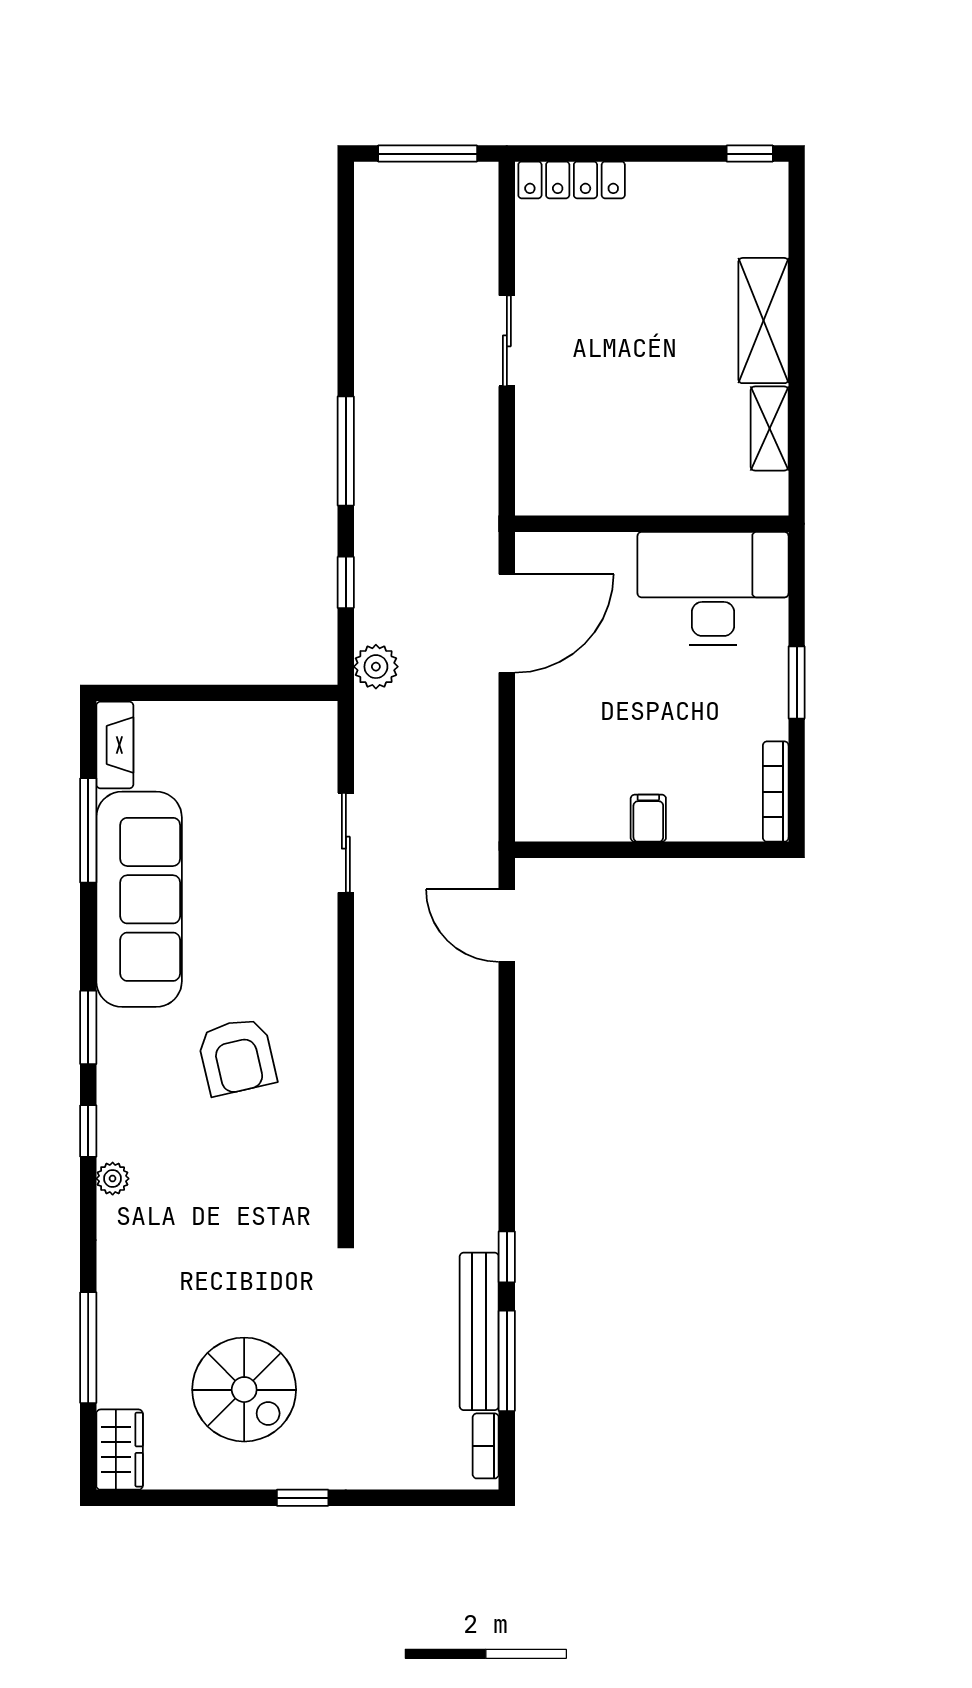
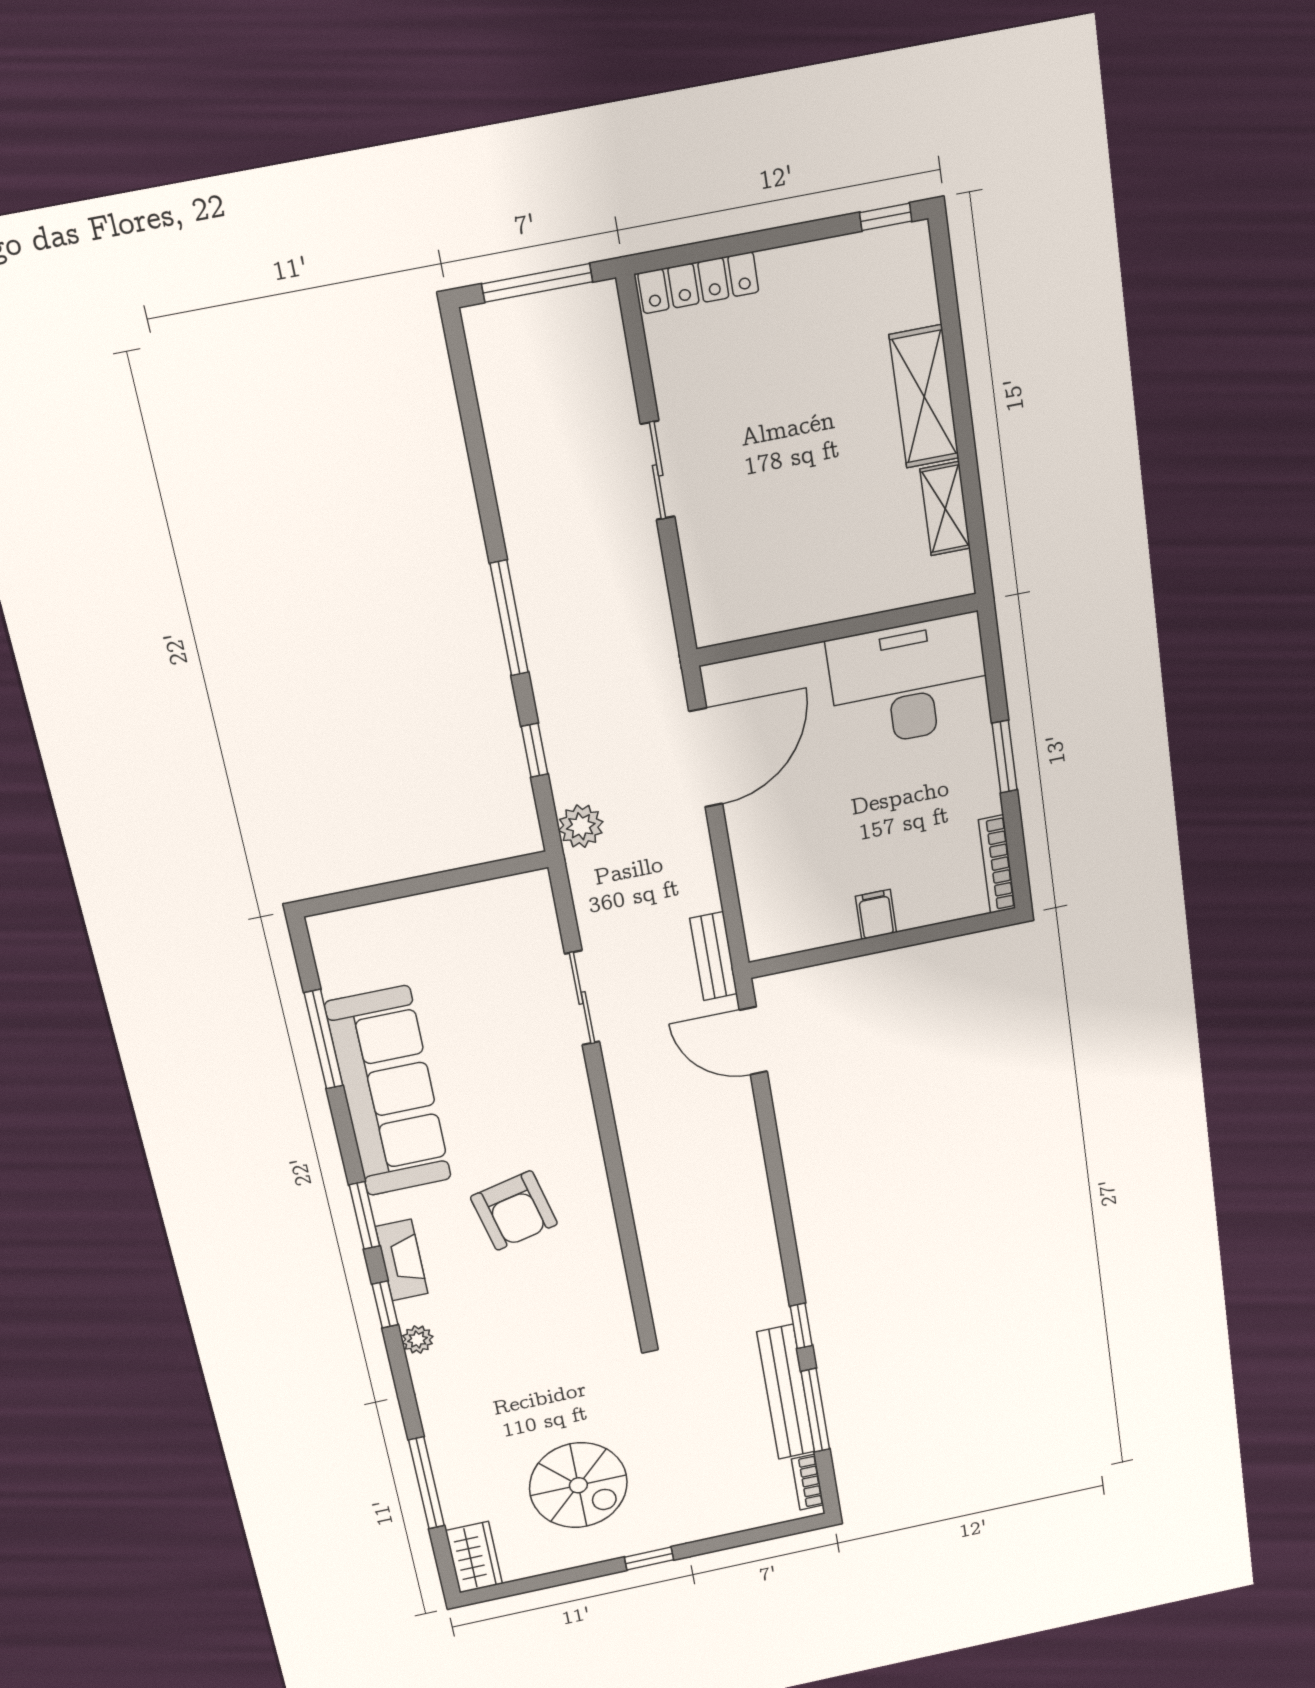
fireplace: (115, 745) -> (402, 1260), moved
bench: (482, 827) -> (714, 956), added

